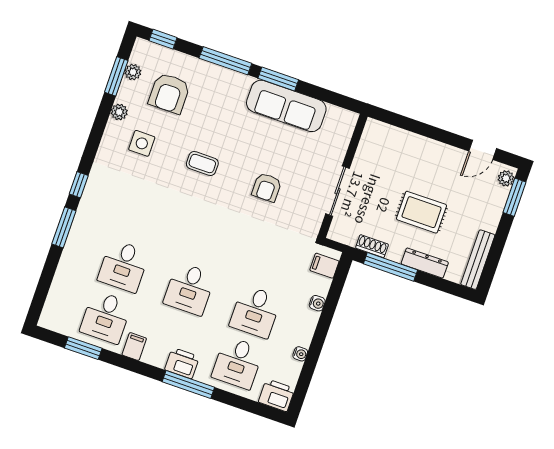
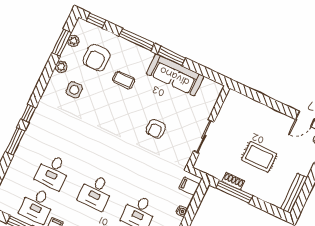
coffee table: (202, 163) -> (124, 80), moved
shoe rack: (372, 246) -> (233, 181), moved
dresser: (425, 263) -> (258, 192), removed

